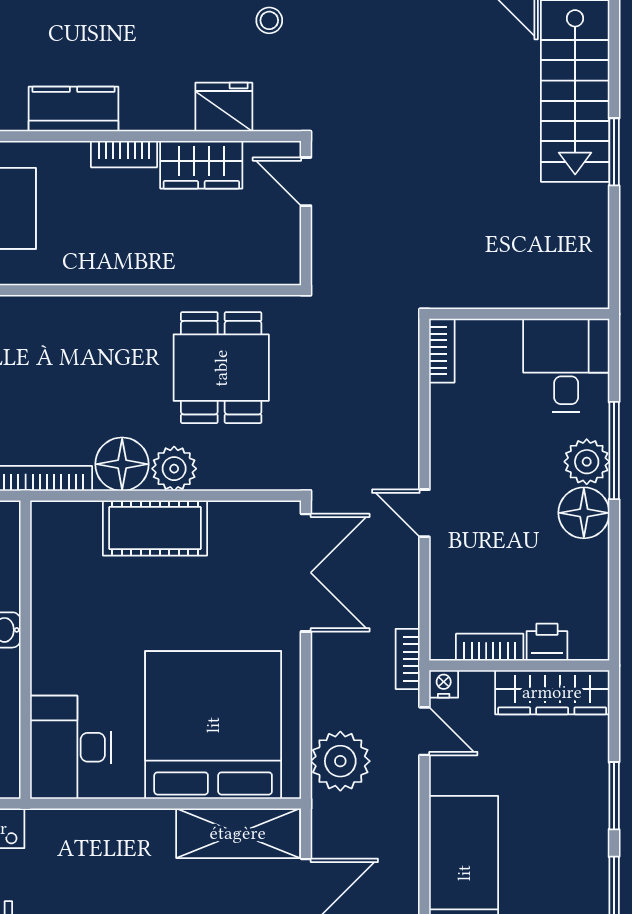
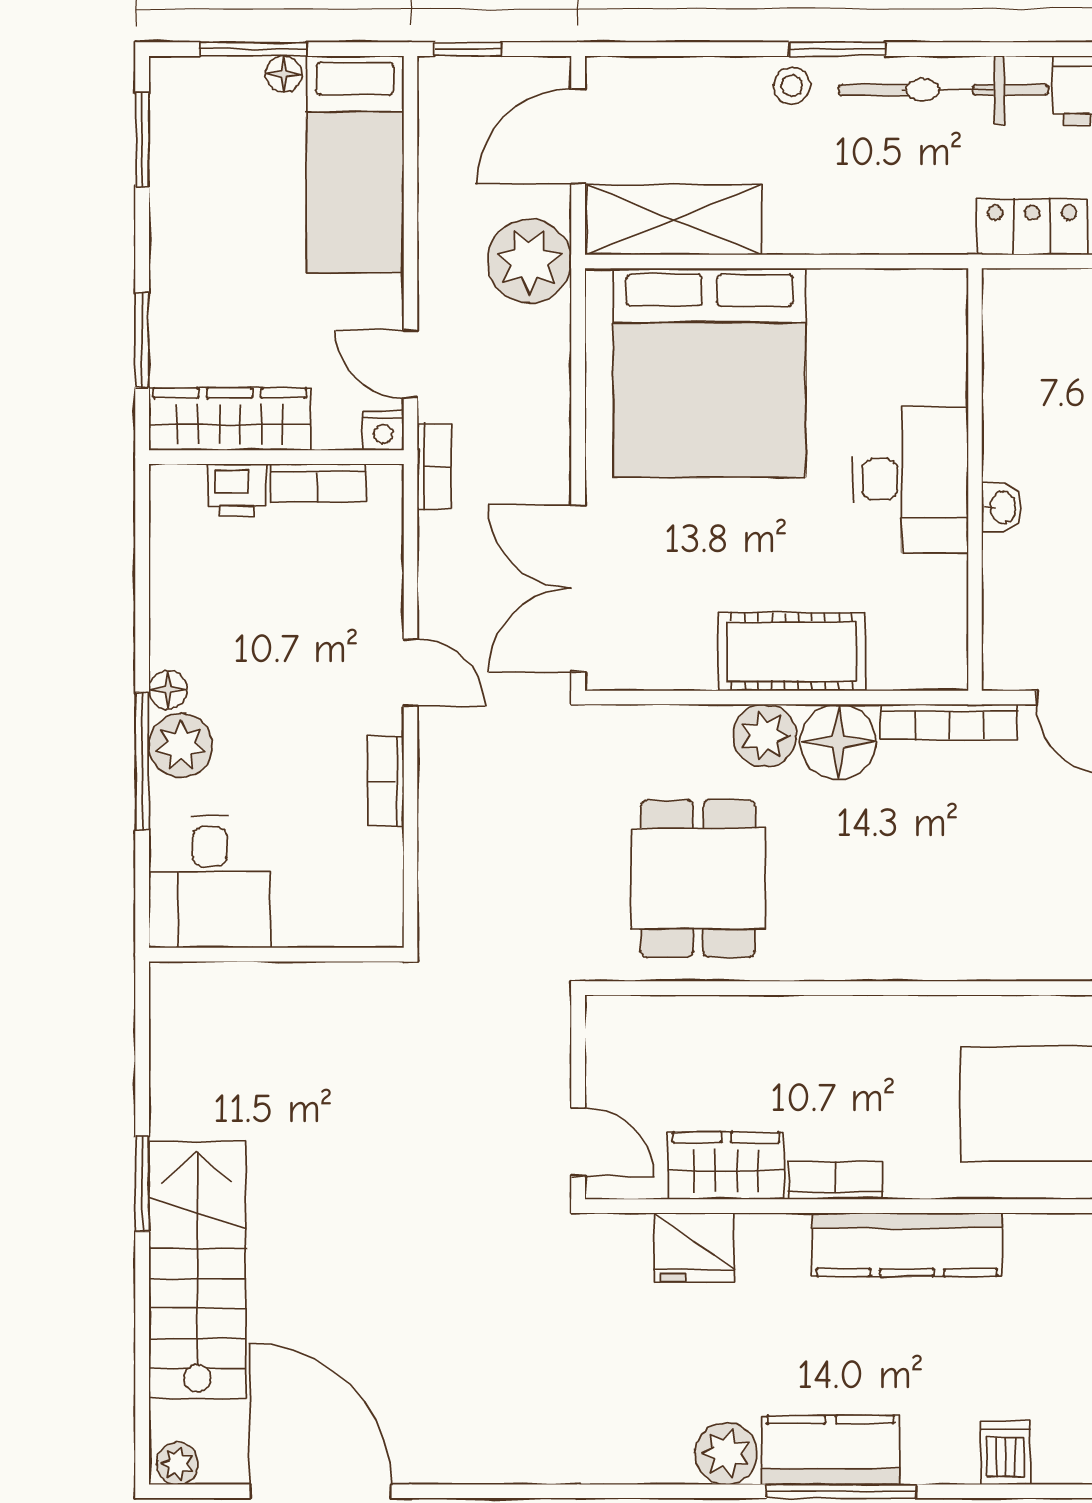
stool: (269, 20) -> (630, 1370), removed
kitchen counter: (73, 109) -> (907, 1245), width x1.50
bookcase: (442, 351) -> (386, 781), moved
floor lamp: (584, 513) -> (168, 690), width x0.53, depth x0.53
desk: (71, 747) -> (911, 479), moved
plant: (340, 761) -> (529, 261), moved
window: (614, 796) -> (142, 340), moved

